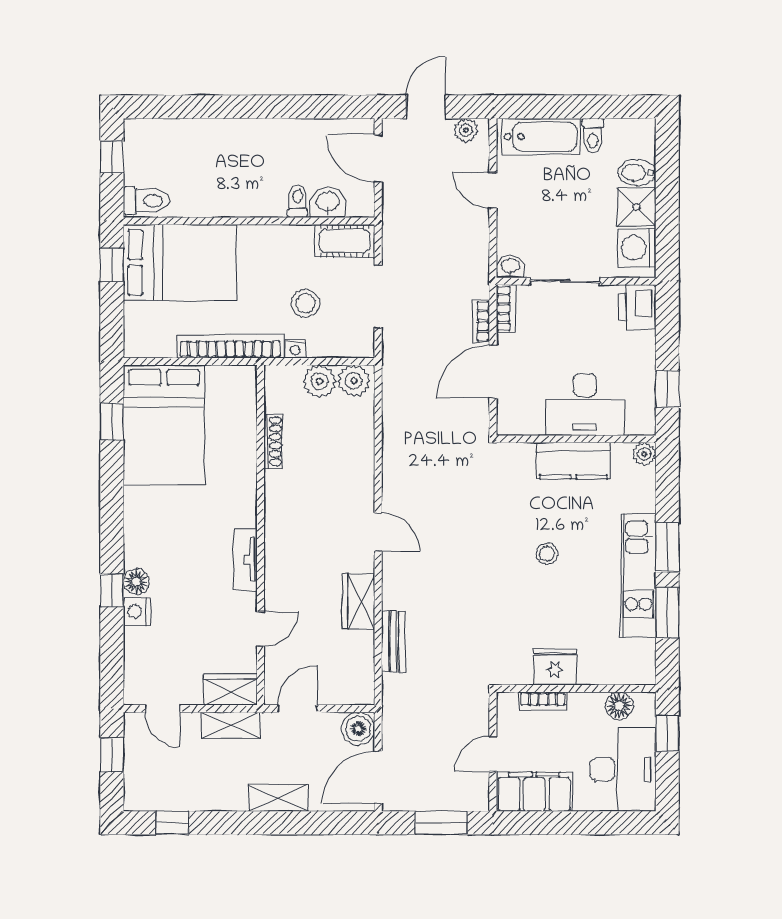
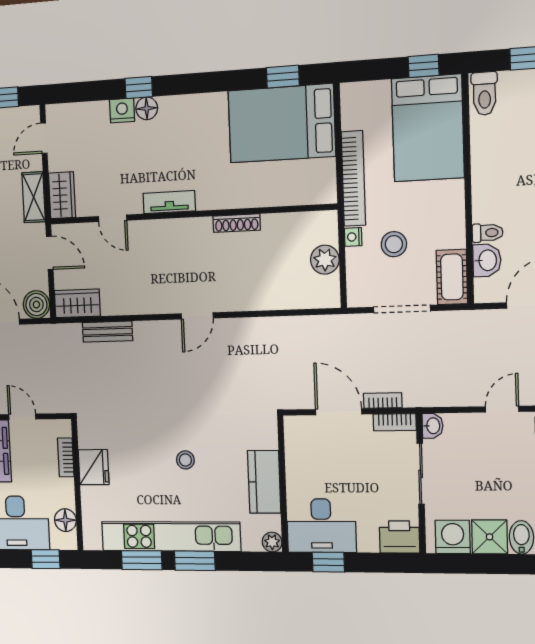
plant: (354, 381) -> (326, 290), removed
desk: (585, 404) -> (321, 526), moved, turned -90
shoe rack: (273, 441) -> (237, 223), moved
kitchen unit: (638, 576) -> (171, 536), width x1.36
wardrobe: (358, 601) -> (77, 303), moved

